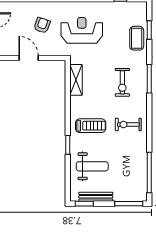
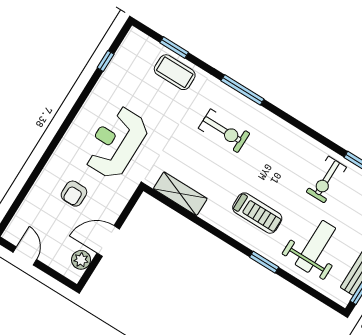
armchair: (42, 25) -> (74, 194), turned -109
plant: (10, 50) -> (81, 260), added
exercise bike: (128, 125) -> (326, 180), moved
treadmill: (91, 126) -> (257, 213), turned 90

